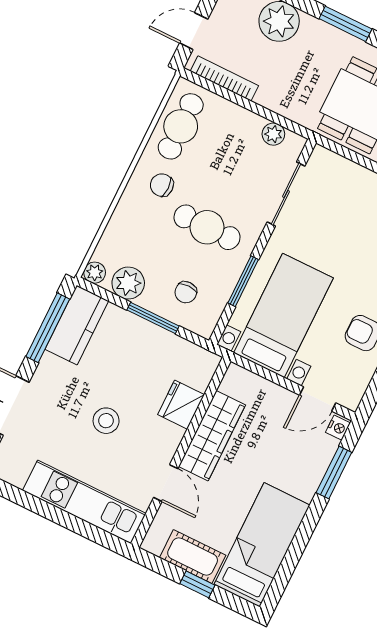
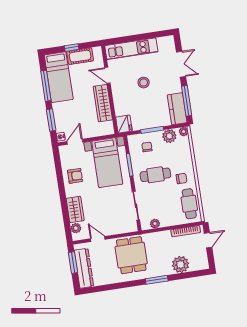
fridge: (181, 405) -> (124, 124), moved
window: (298, 545) -> (46, 86), added

